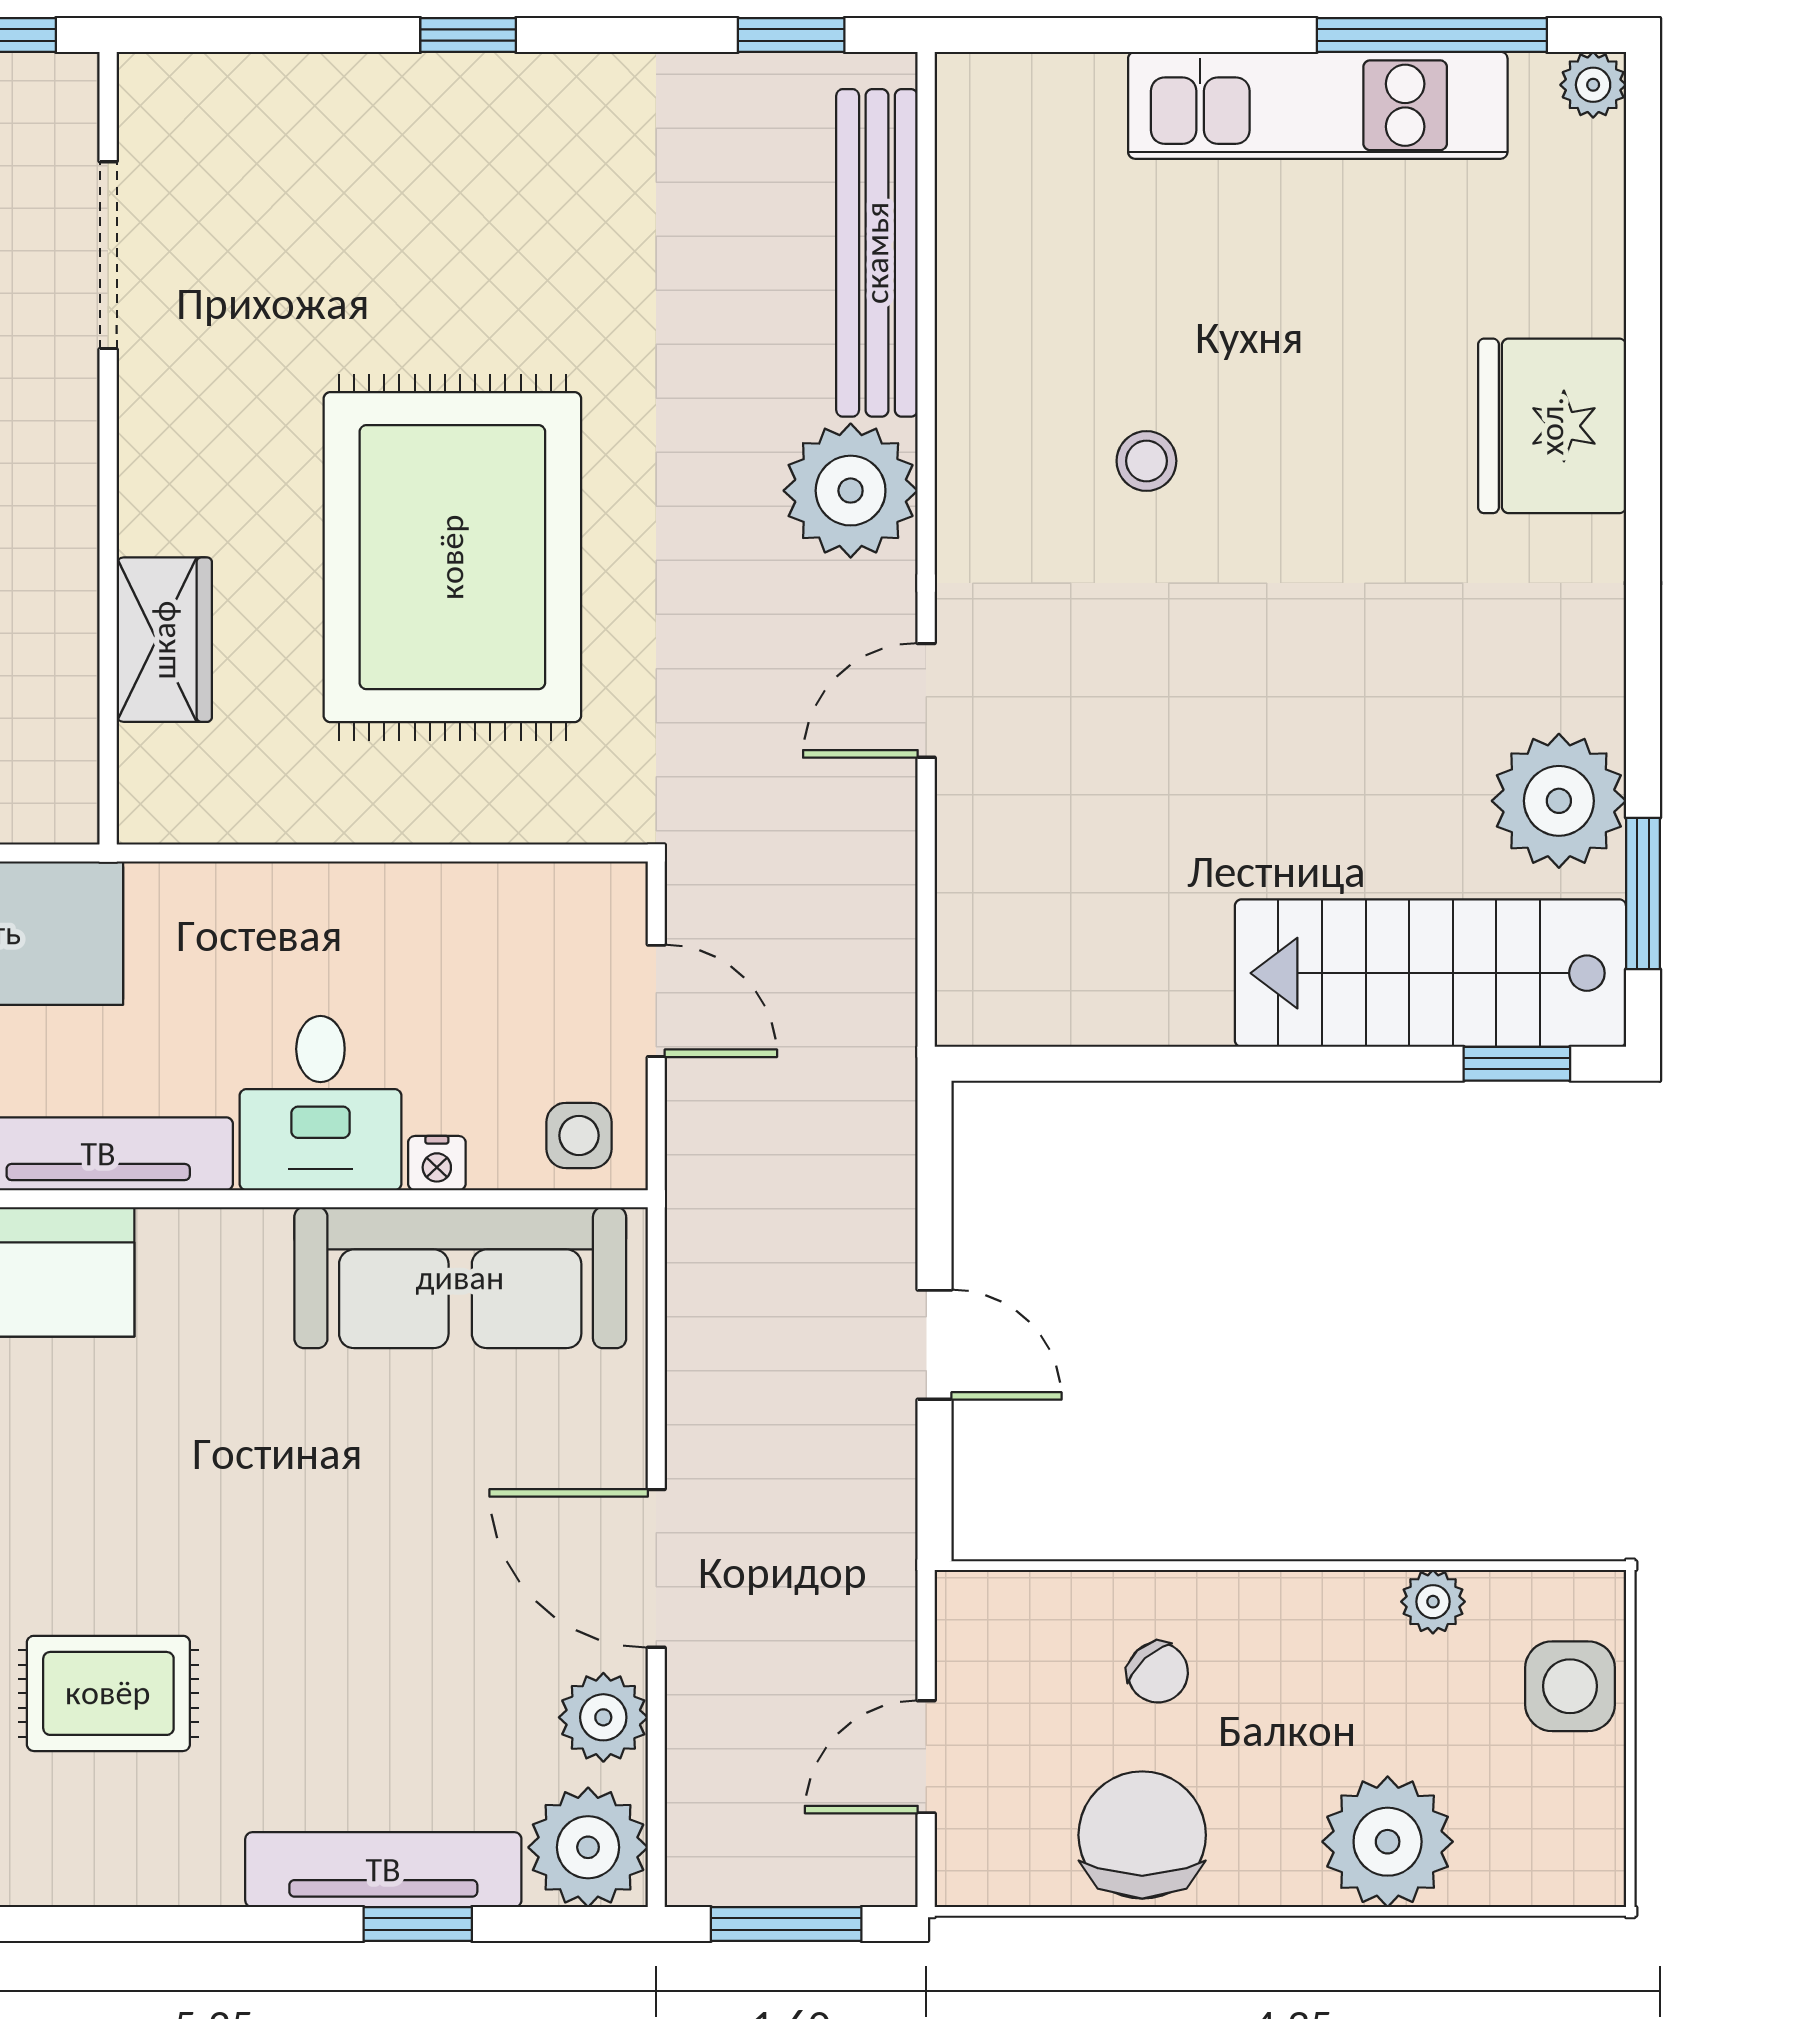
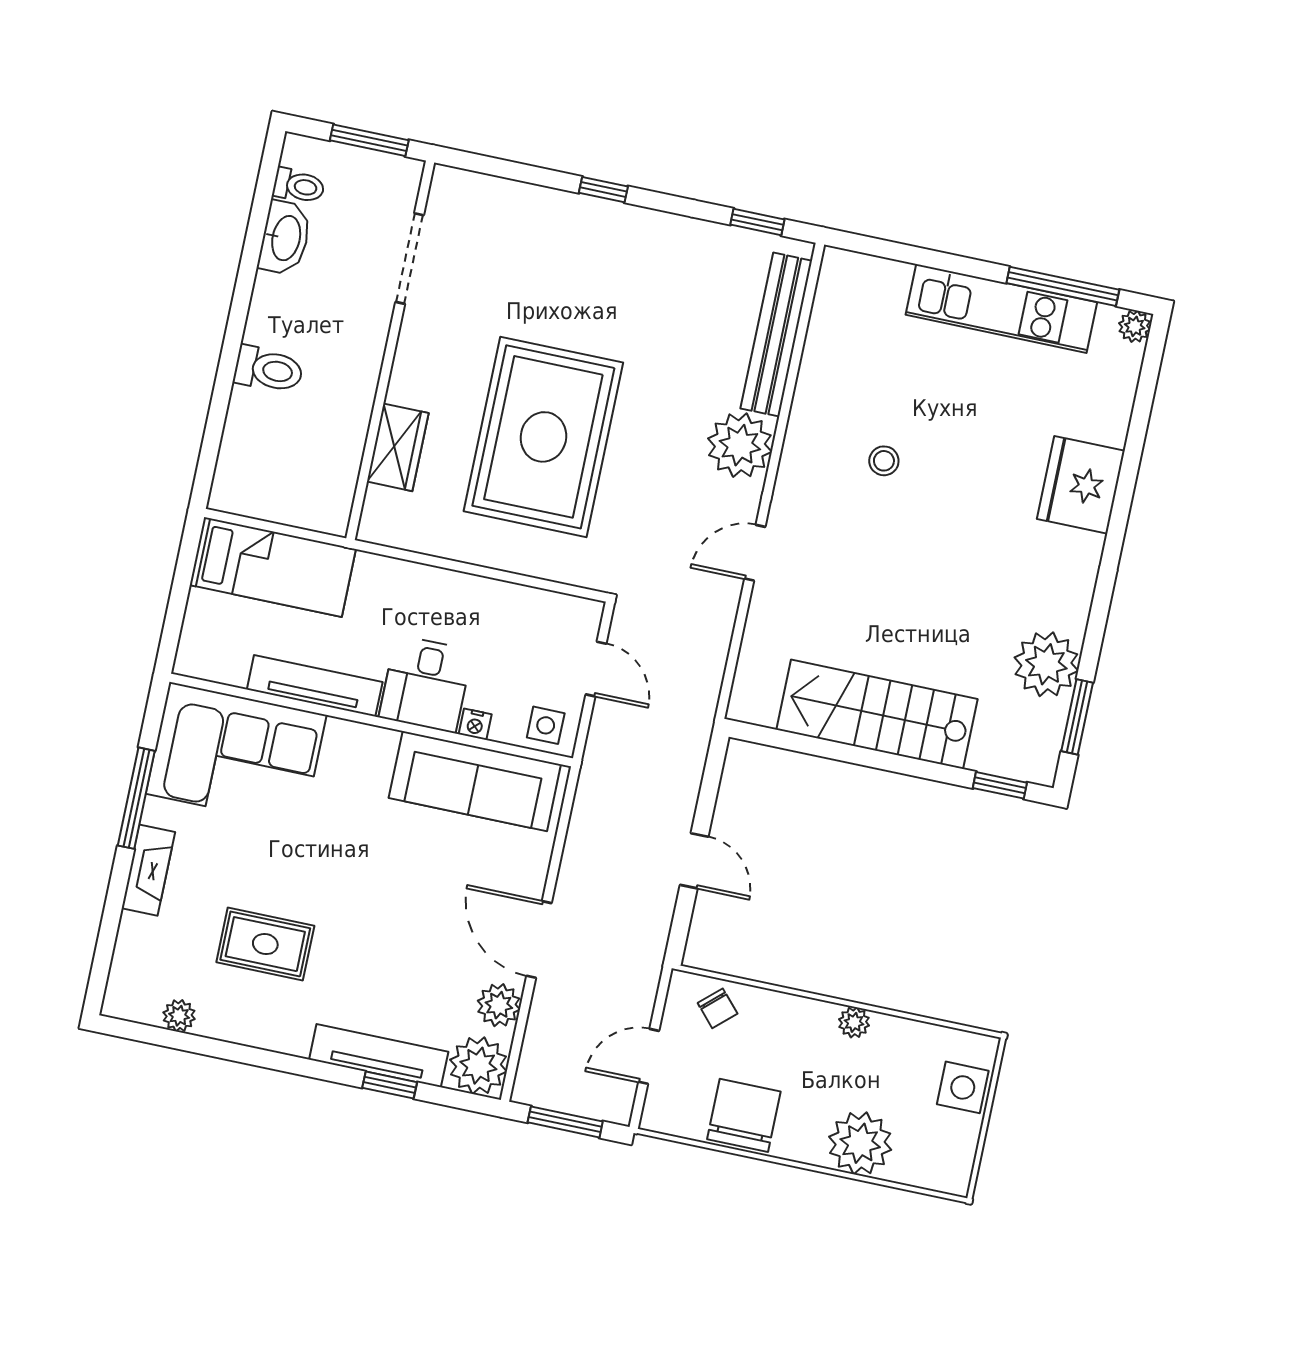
stairs: (1430, 973) -> (877, 714), moved
plant: (1433, 1602) -> (854, 1022), moved
chair: (1158, 1672) -> (718, 1008), moved

